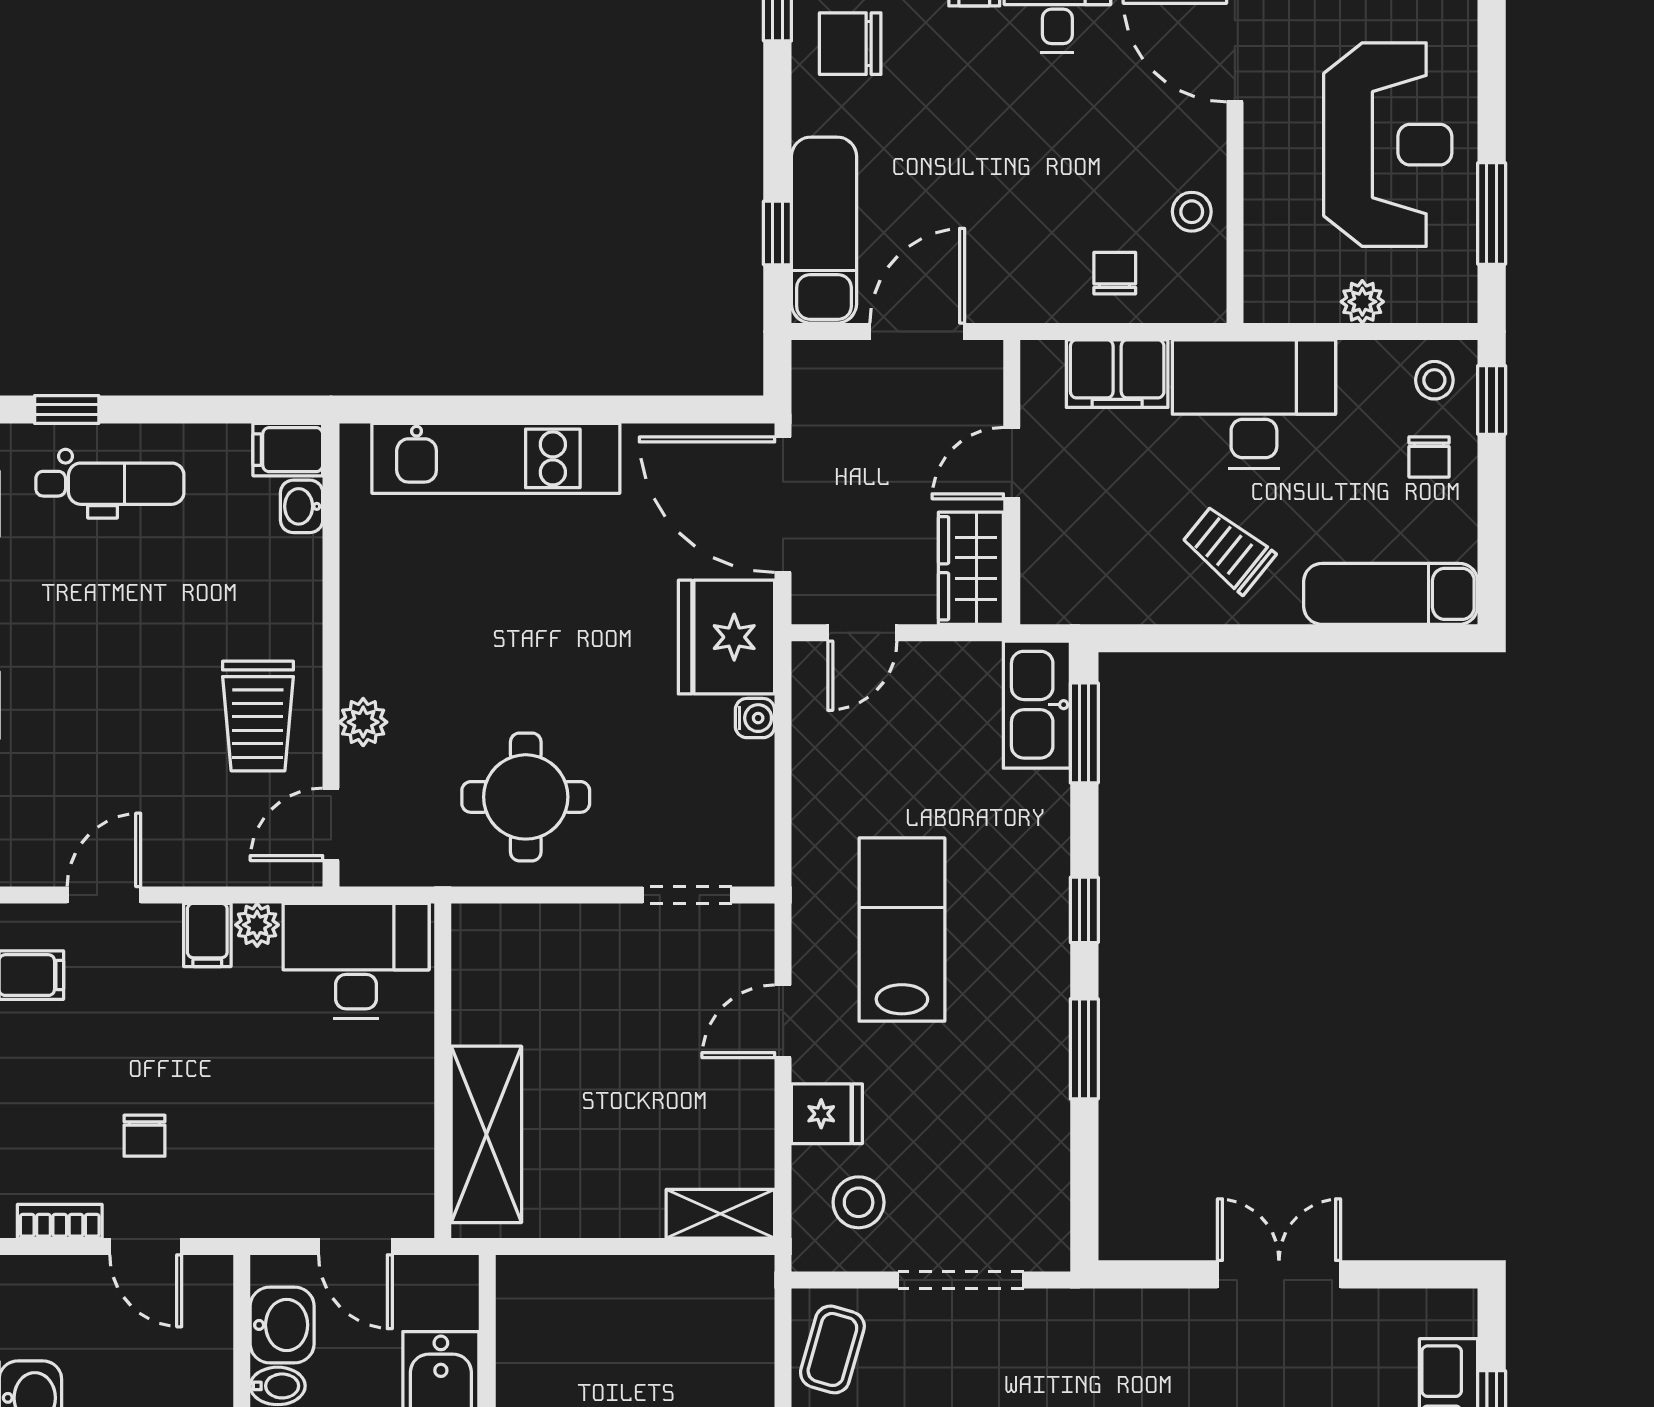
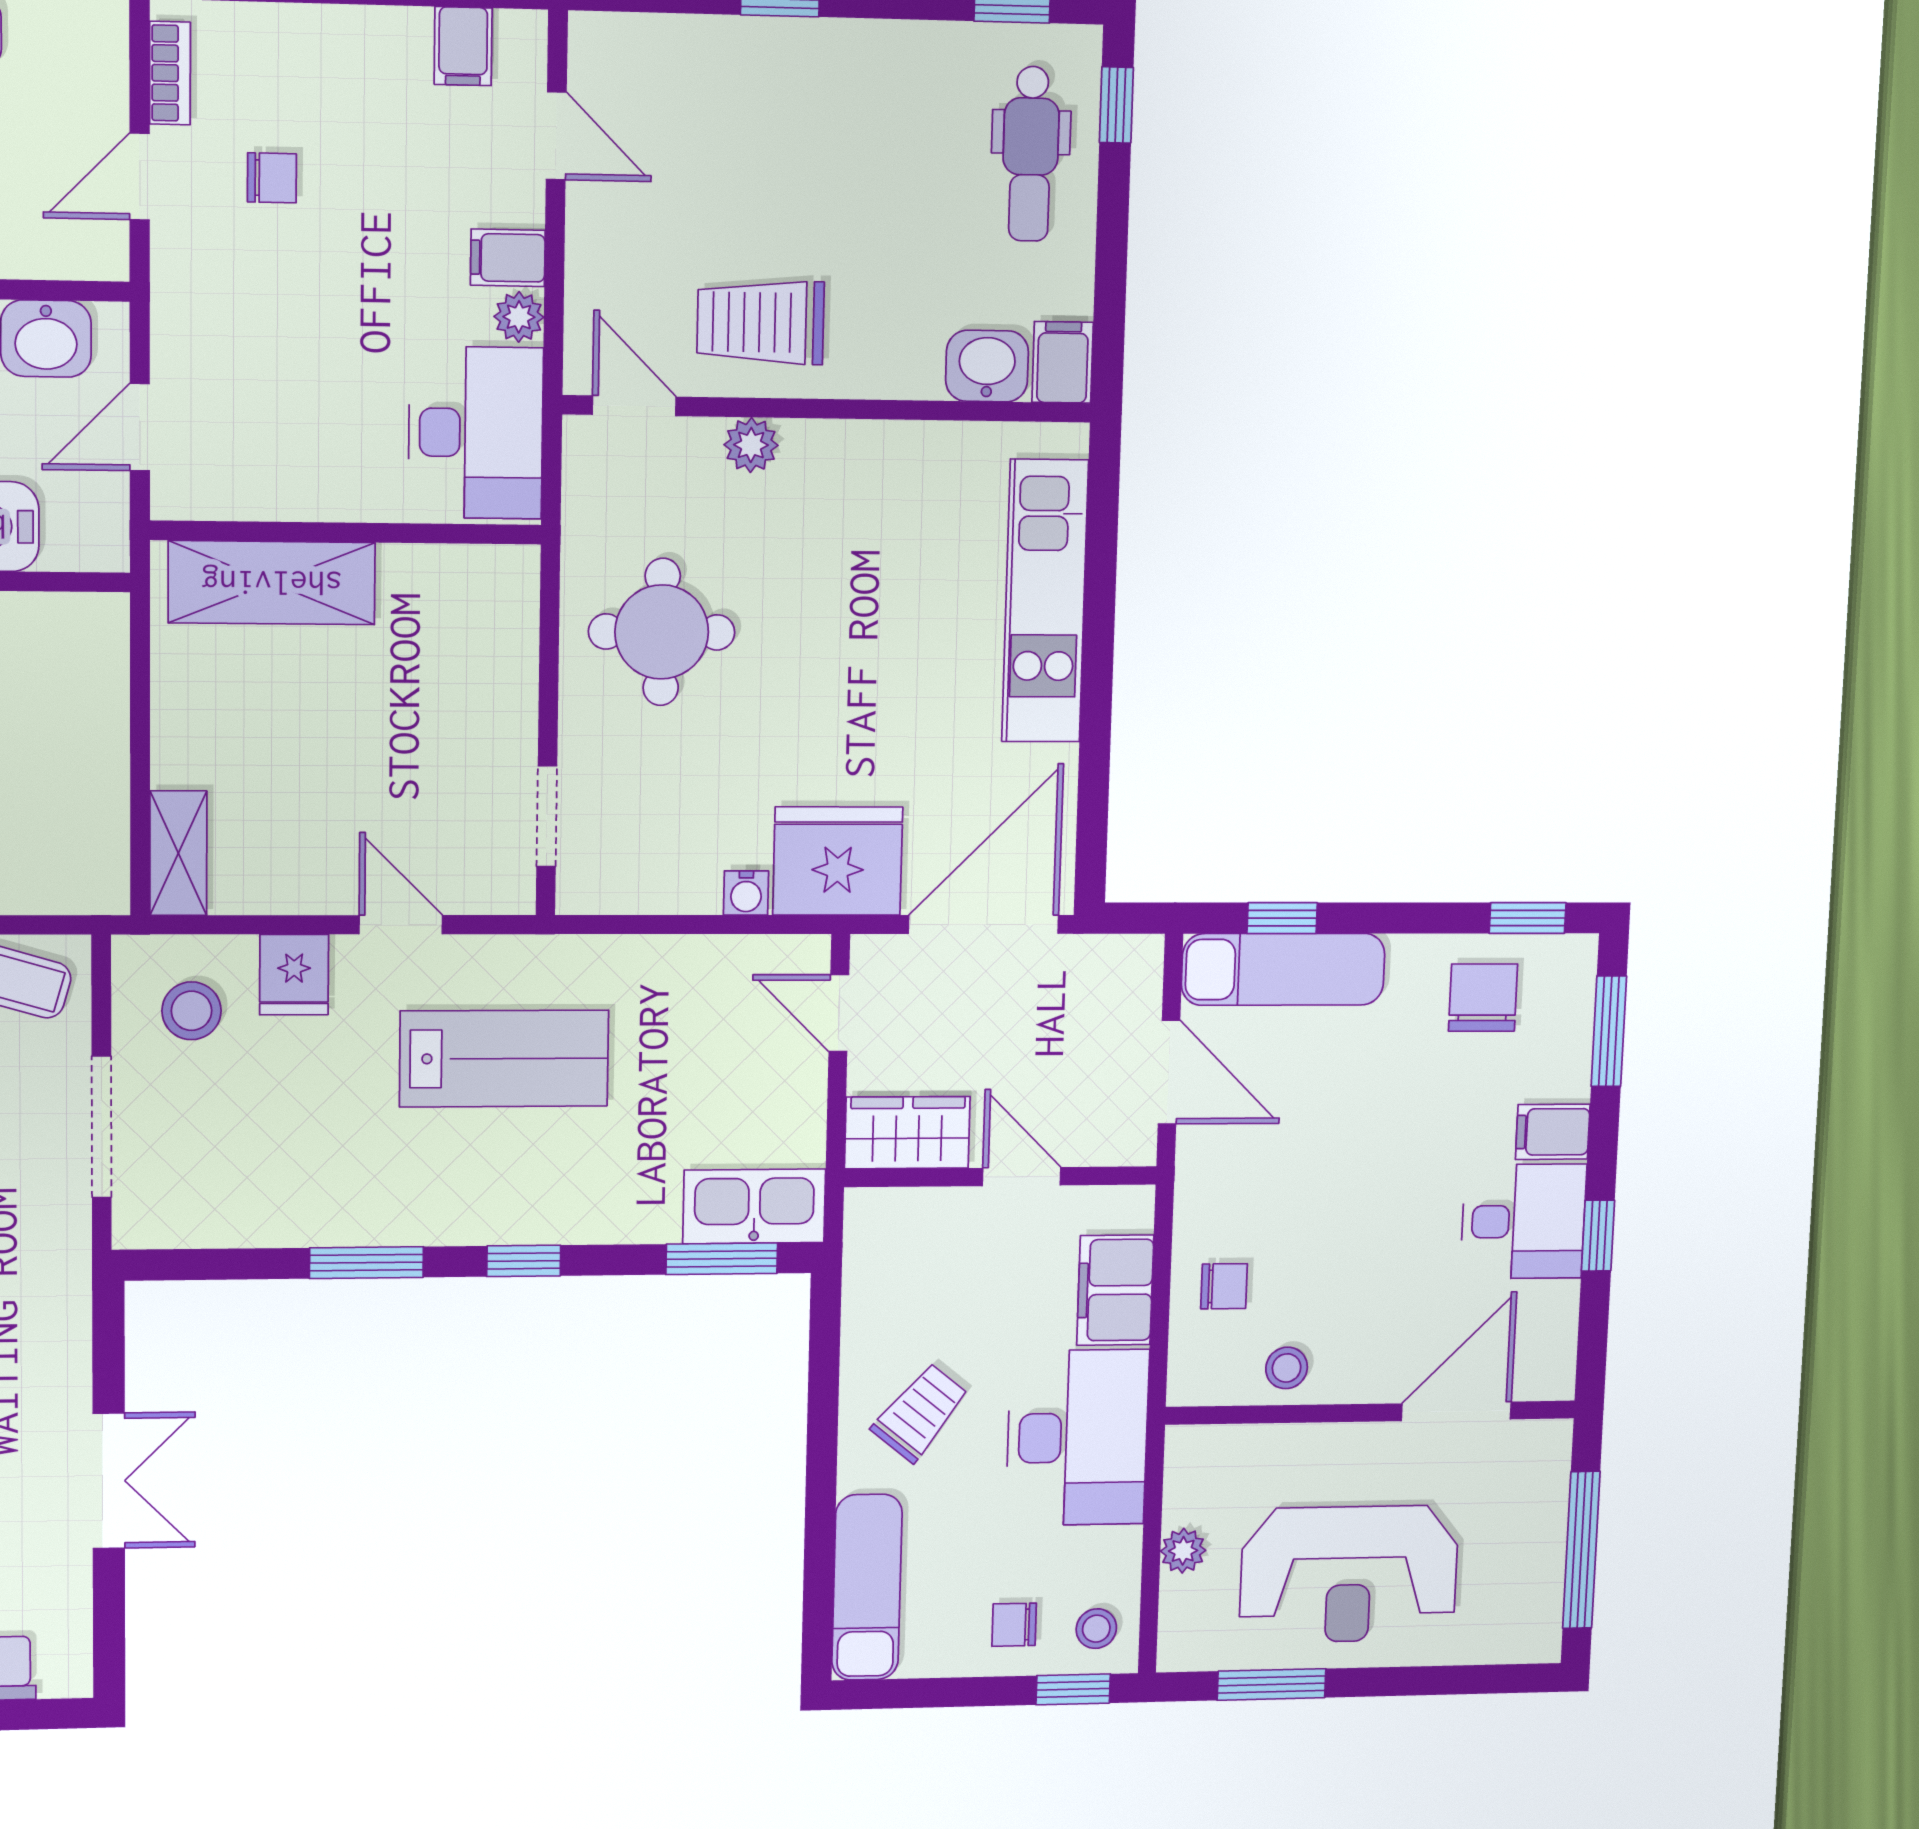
washbasin: (302, 506) -> (987, 366), width x1.38, depth x1.45
chair: (144, 1136) -> (272, 178), turned 180

